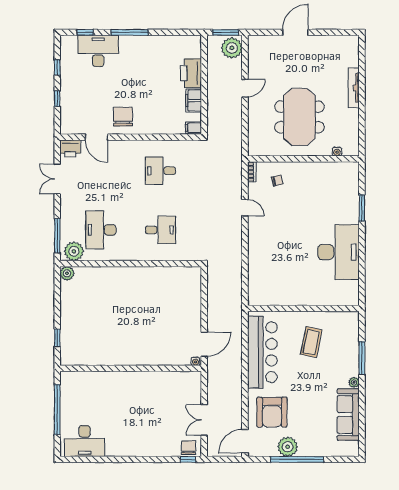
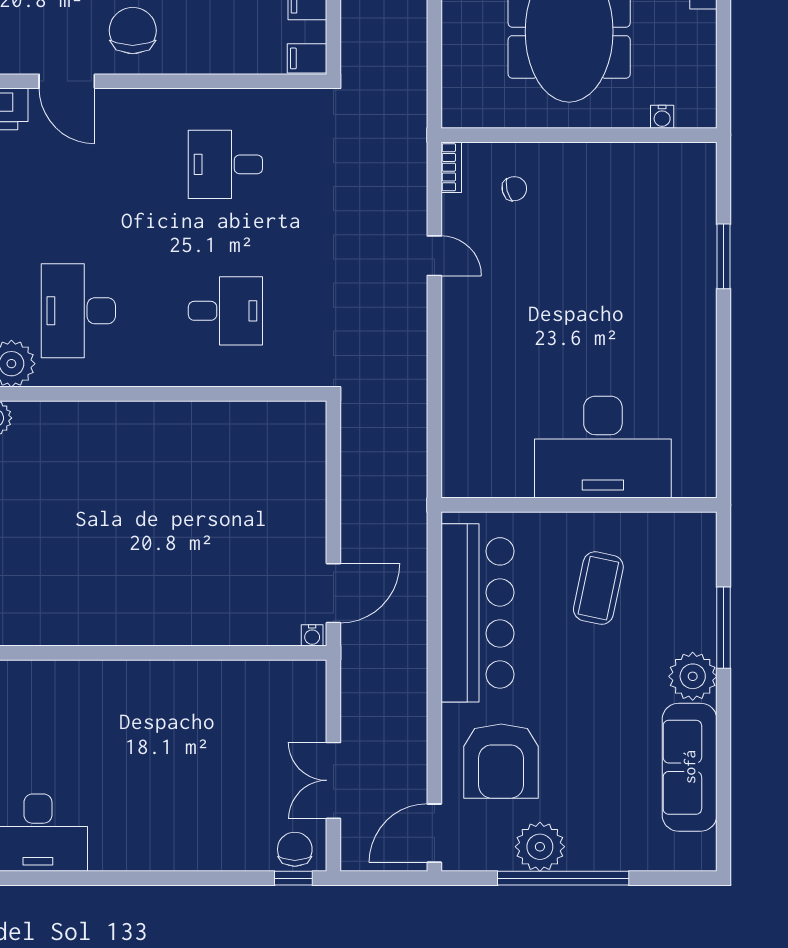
desk: (339, 252) -> (603, 447), moved, turned 90
plant: (354, 382) -> (693, 676), width x1.88, depth x1.88

